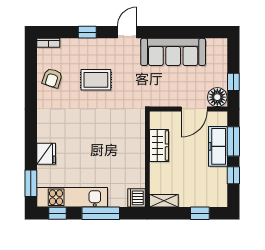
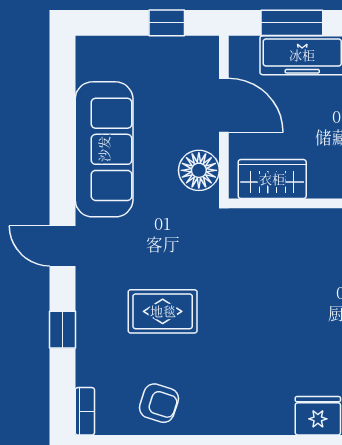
rug: (96, 80) -> (163, 311), turned 90
floor lamp: (217, 97) -> (199, 170), moved
wardrobe: (159, 145) -> (272, 179), moved

